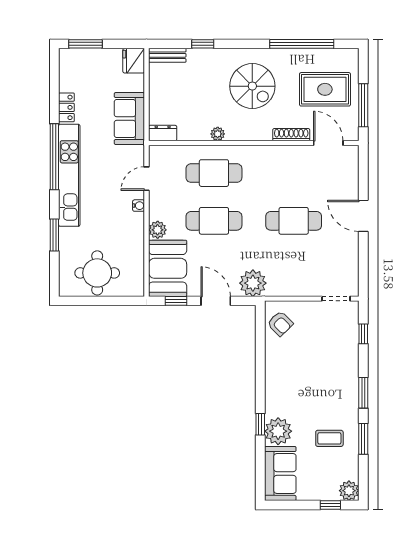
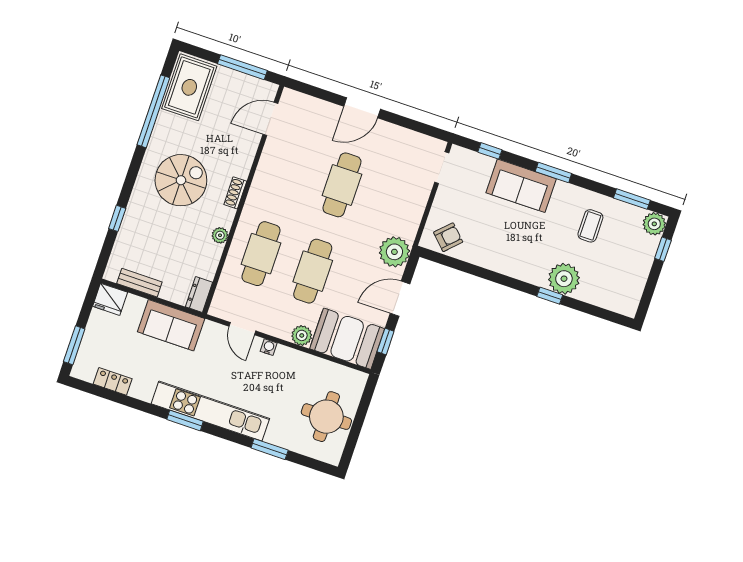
bench: (167, 55) -> (139, 283), moved, turned 90
rug: (325, 89) -> (189, 87), moved
locker: (66, 107) -> (113, 381), moved
shoe rack: (291, 135) -> (235, 193), moved, width x0.70
window: (54, 157) -> (185, 420), width x0.47
window: (363, 439) -> (632, 199), moved
sofa: (280, 473) -> (521, 186), moved, turned 180

